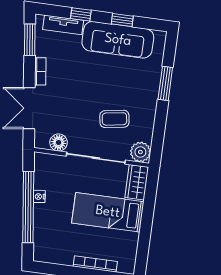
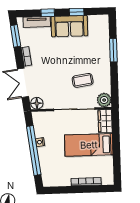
sofa: (118, 40) -> (69, 26), width x0.73
floor lamp: (59, 142) -> (37, 103), moved

